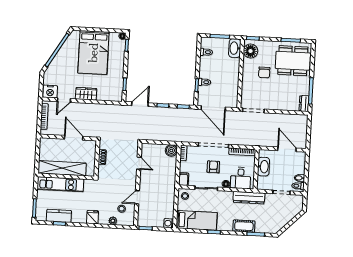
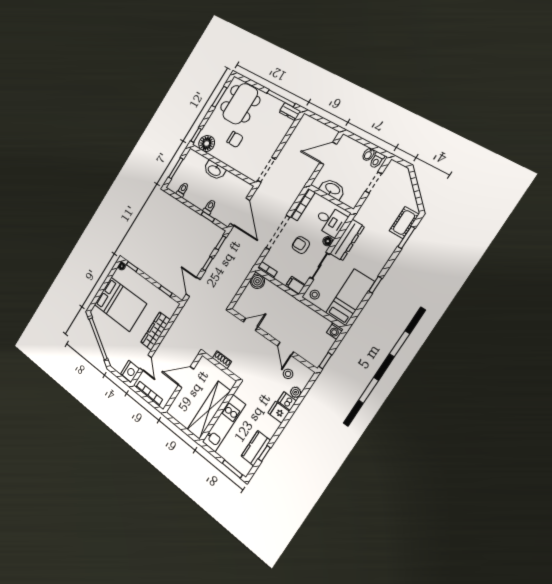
washbasin: (235, 48) -> (214, 170), moved
wardrobe: (86, 94) -> (156, 331), width x1.50
door: (213, 108) -> (240, 212), hinge flipped
dresser: (249, 198) -> (347, 240), moved
dishwasher: (103, 218) -> (287, 401), added
cot: (244, 226) -> (404, 223), moved

